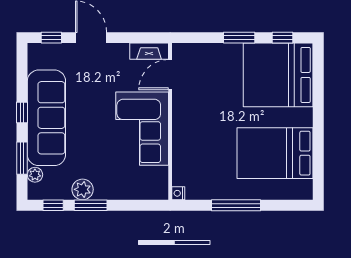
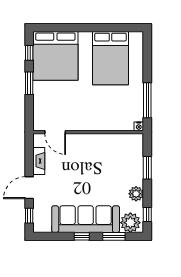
fireplace: (149, 51) -> (39, 161), moved
corner sofa: (142, 129) -> (93, 152), removed
plant: (35, 175) -> (130, 223), width x1.87, depth x1.87
window: (91, 205) -> (147, 168), moved
window: (236, 205) -> (147, 100), moved

